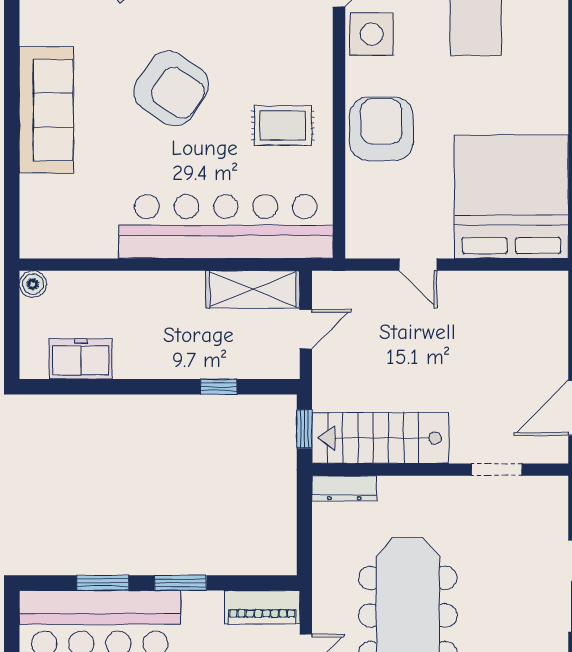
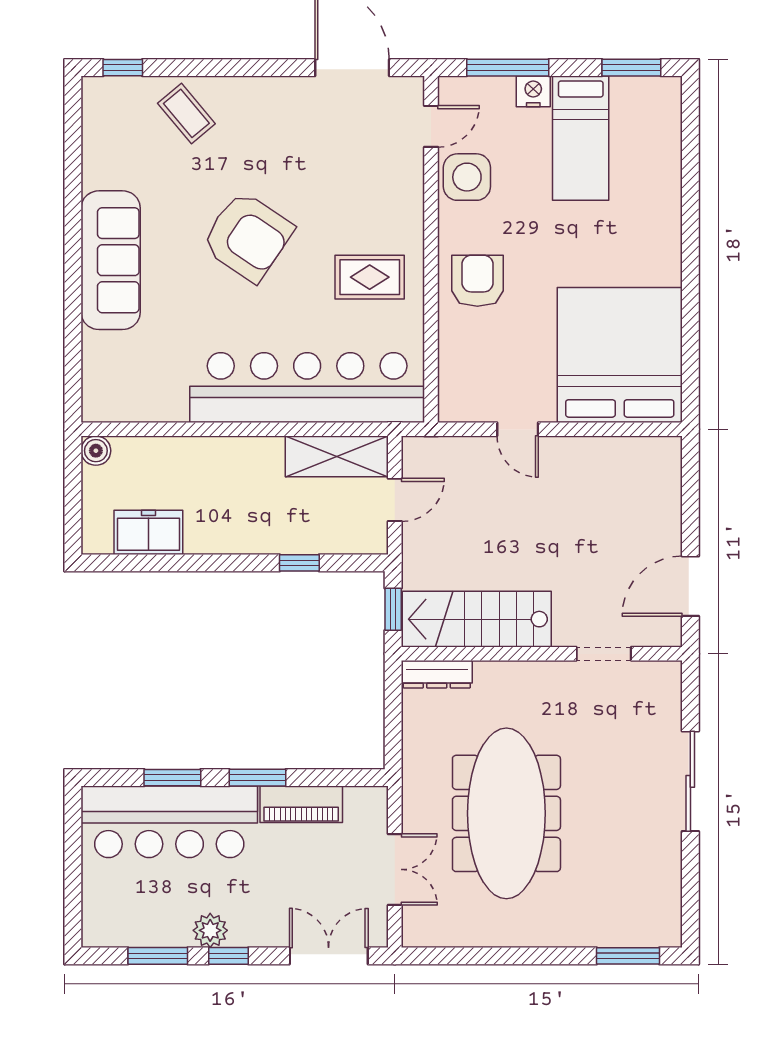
armchair: (381, 129) -> (477, 281), width x0.73, depth x0.73
piano: (262, 607) -> (301, 804), moved

